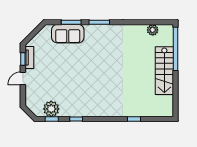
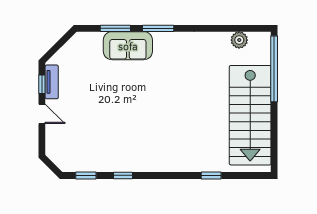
sofa: (68, 34) -> (128, 46), moved
stairs: (164, 71) -> (250, 115), width x1.36, depth x1.51
door: (23, 78) -> (42, 114), swing flipped
plant: (51, 109) -> (85, 160), removed

